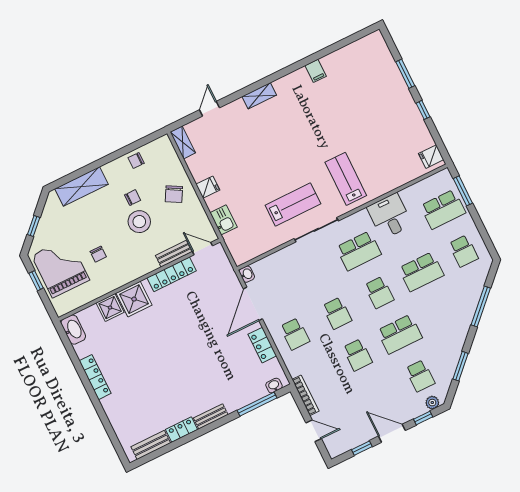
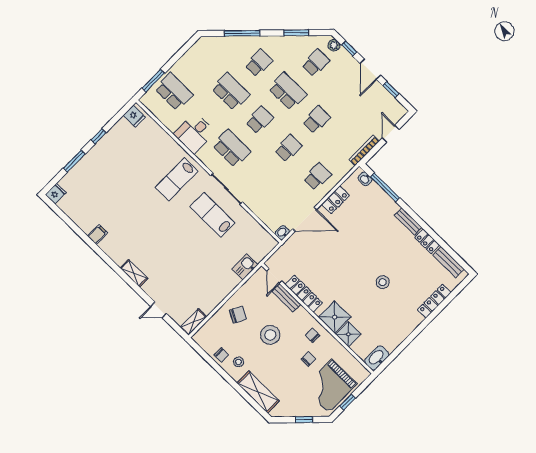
stool: (122, 176) -> (238, 362), added
fridge: (208, 187) -> (56, 194), moved, turned 90
chair: (133, 198) -> (312, 335), moved
school desk: (463, 251) -> (259, 63), moved
stool: (154, 365) -> (383, 282), added
locker: (95, 377) -> (434, 301), moved

